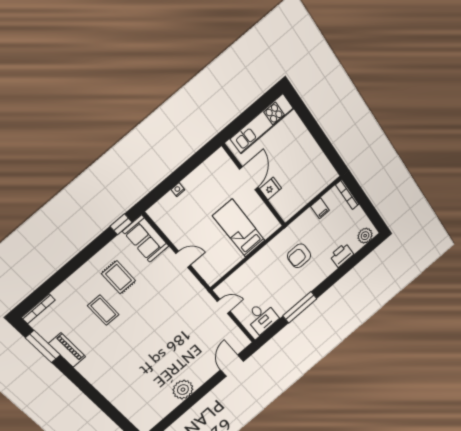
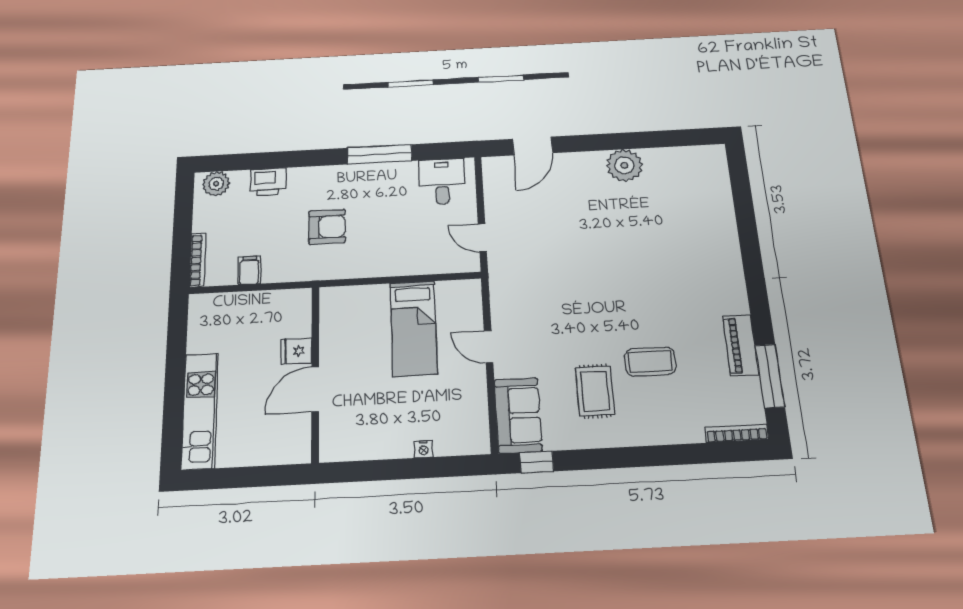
kitchen unit: (262, 124) -> (200, 411), moved, turned 90
bed: (239, 228) -> (414, 328), moved
coffee table: (103, 310) -> (650, 362), turned 90

